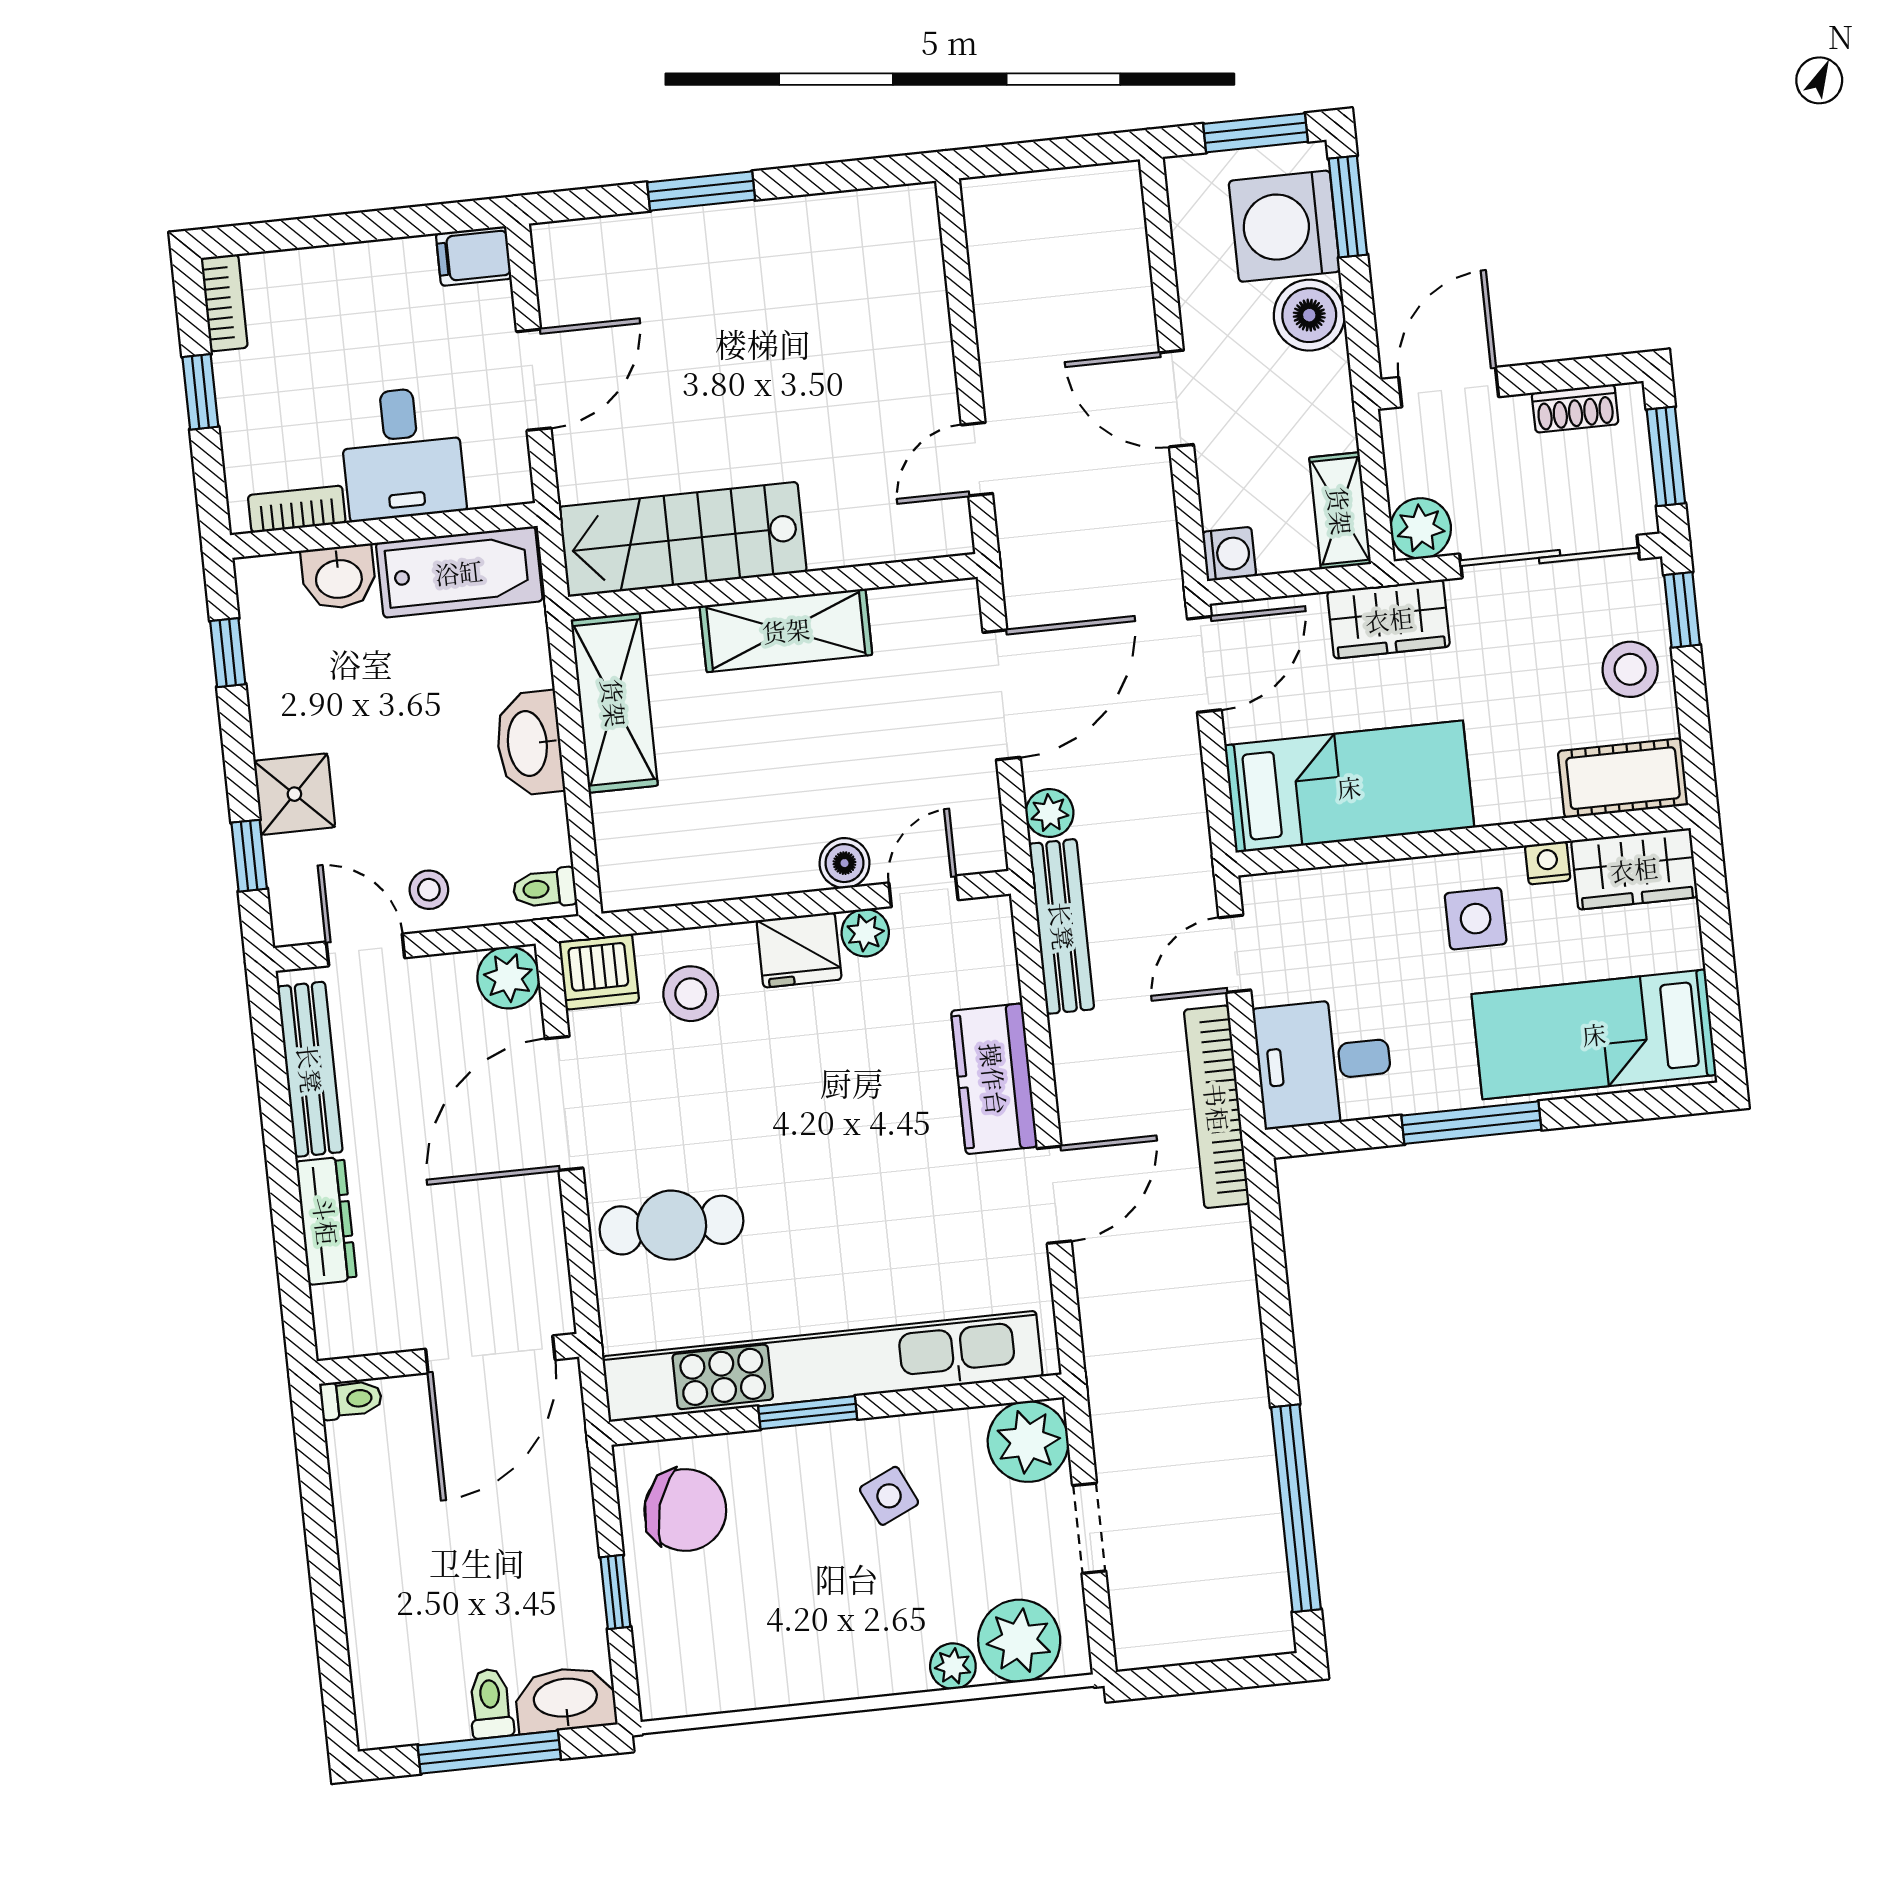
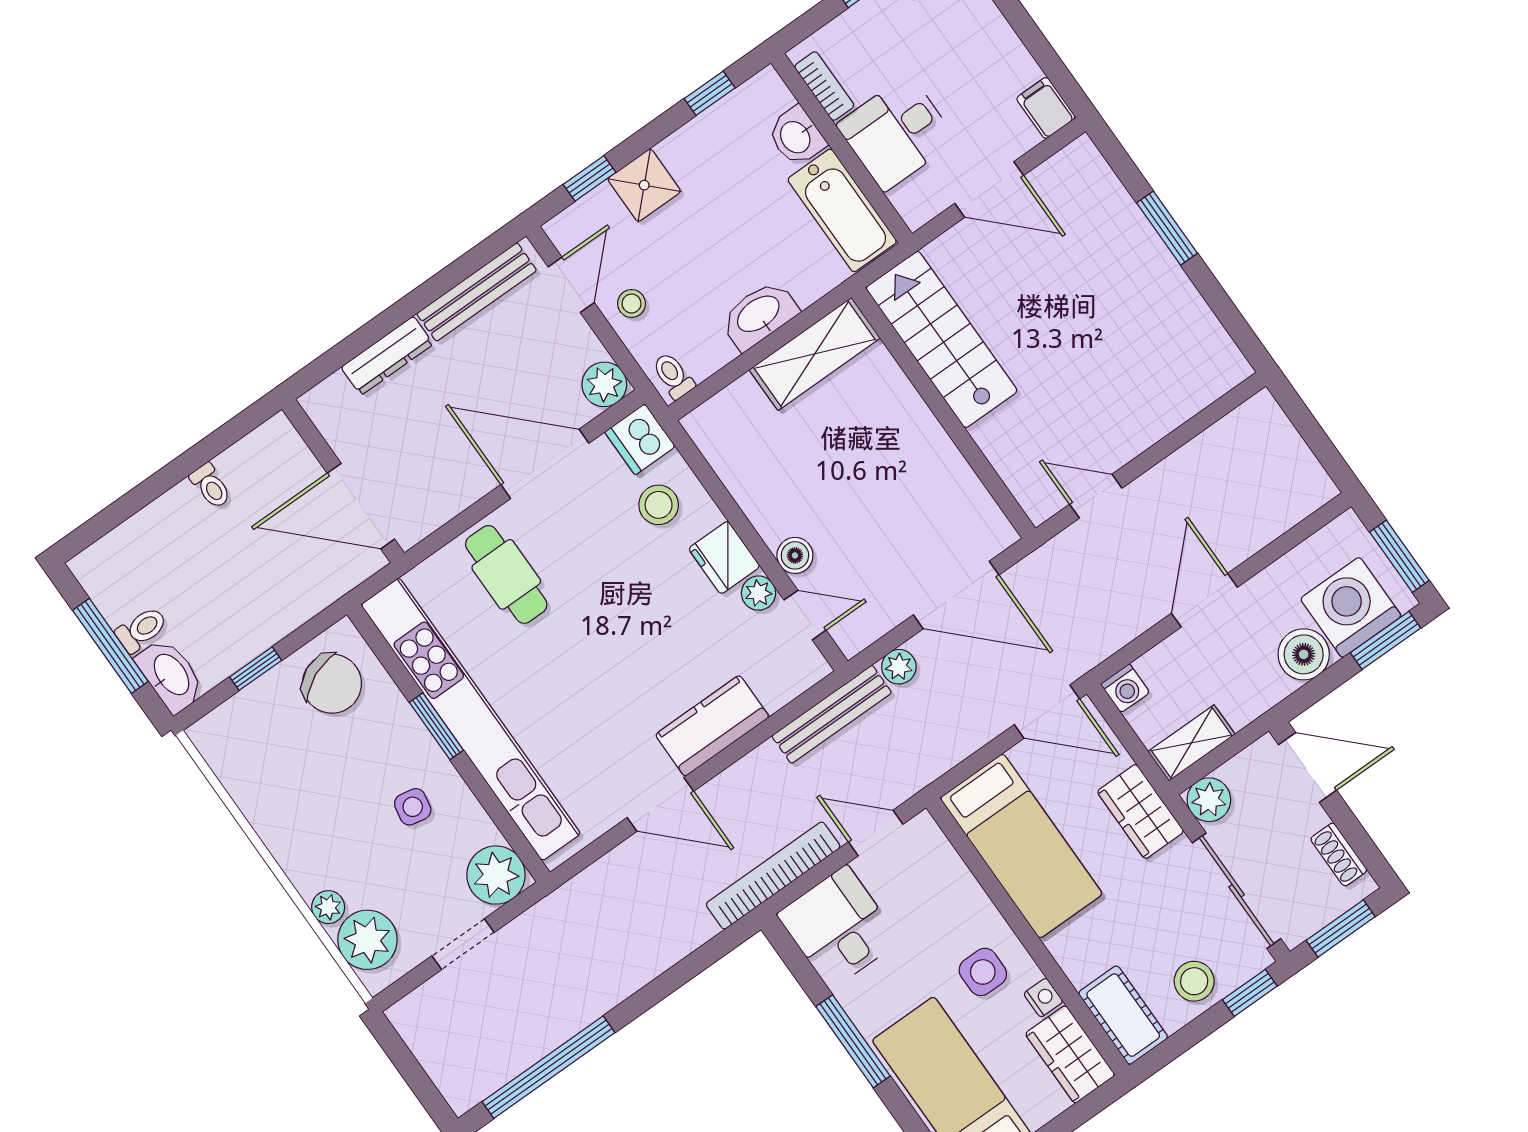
shelving: (786, 630) -> (921, 437), removed
toilet: (351, 1399) -> (211, 486), moved
side table: (889, 1496) -> (413, 807), turned 36
chair: (685, 1510) -> (332, 684), turned -41

